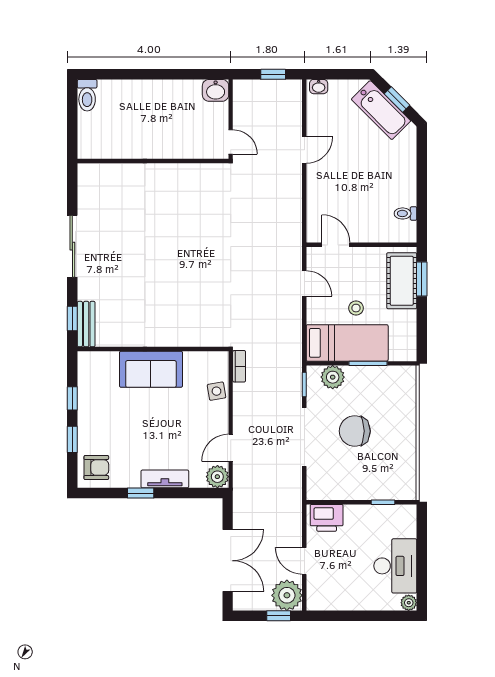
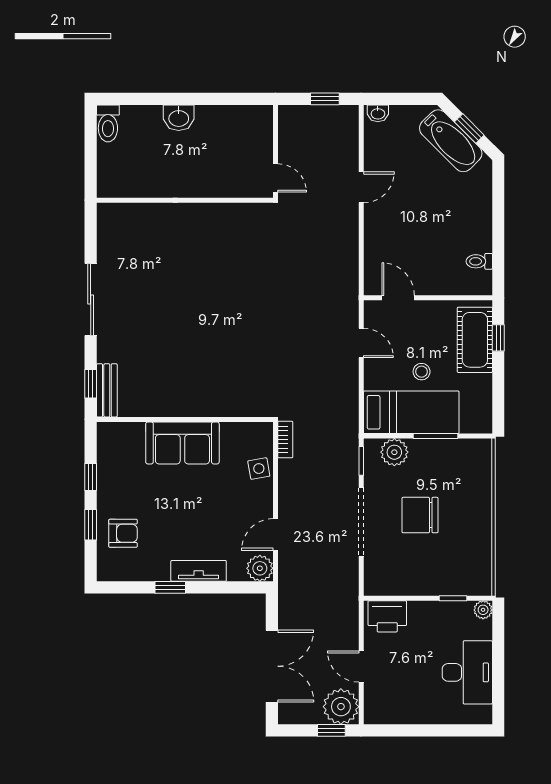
washbasin: (216, 90) -> (179, 118), moved
window: (422, 279) -> (498, 338), width x0.67
armchair: (96, 468) -> (123, 533), moved
plant: (409, 603) -> (483, 610), moved

